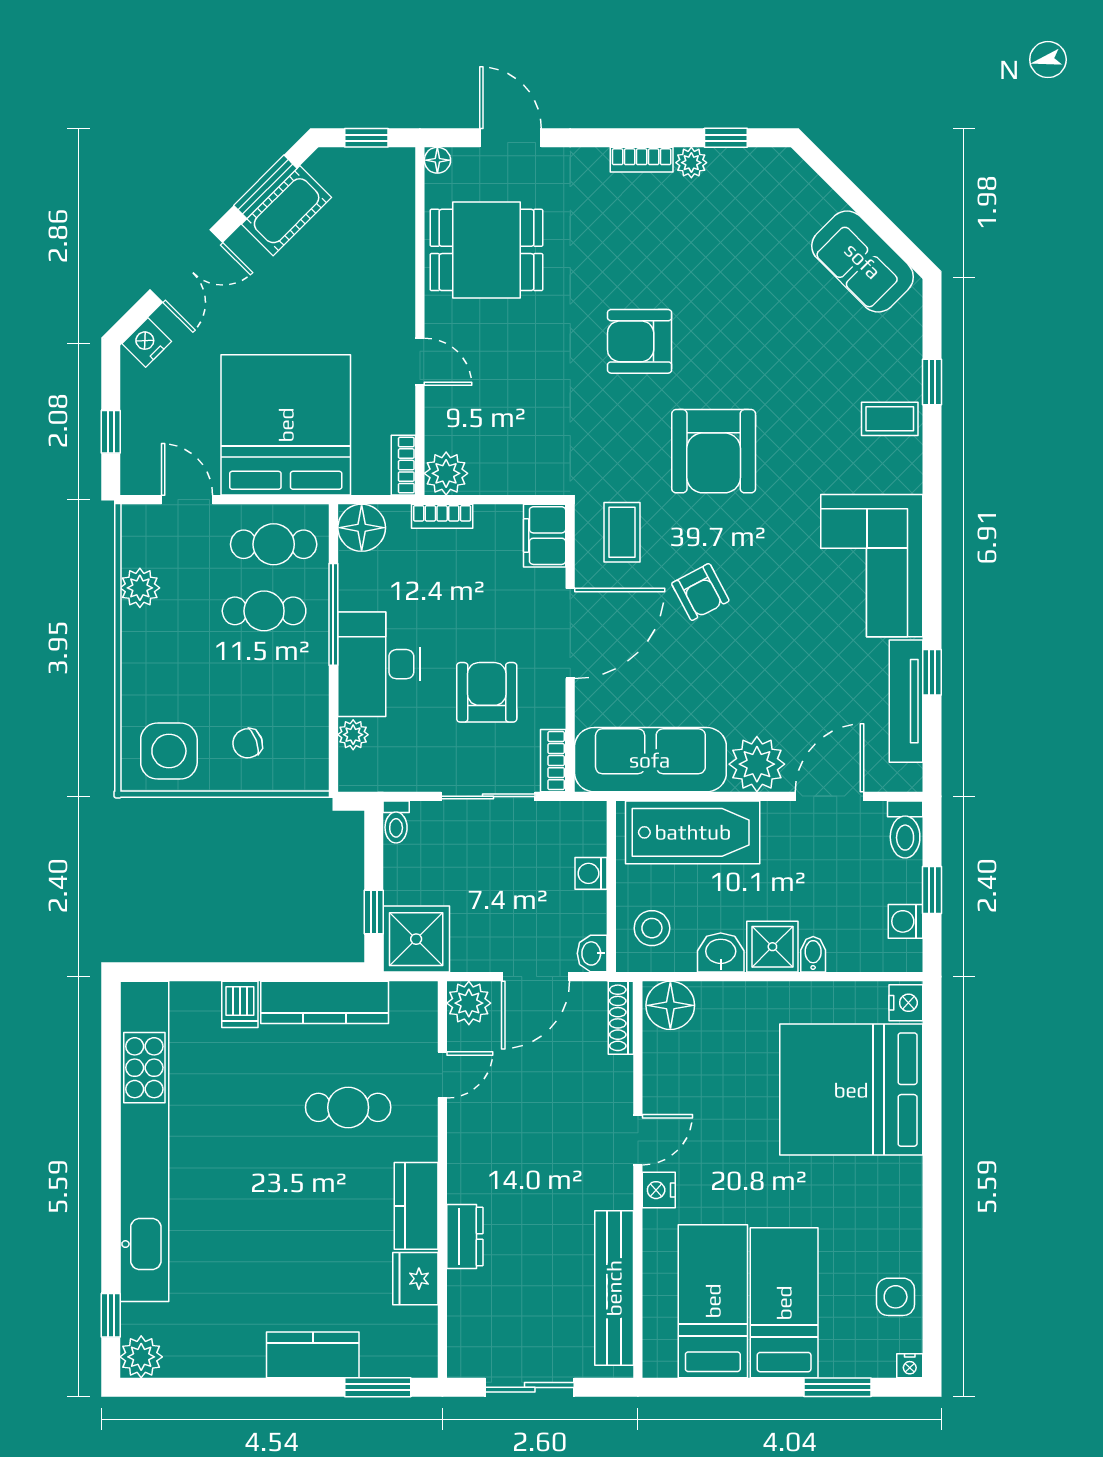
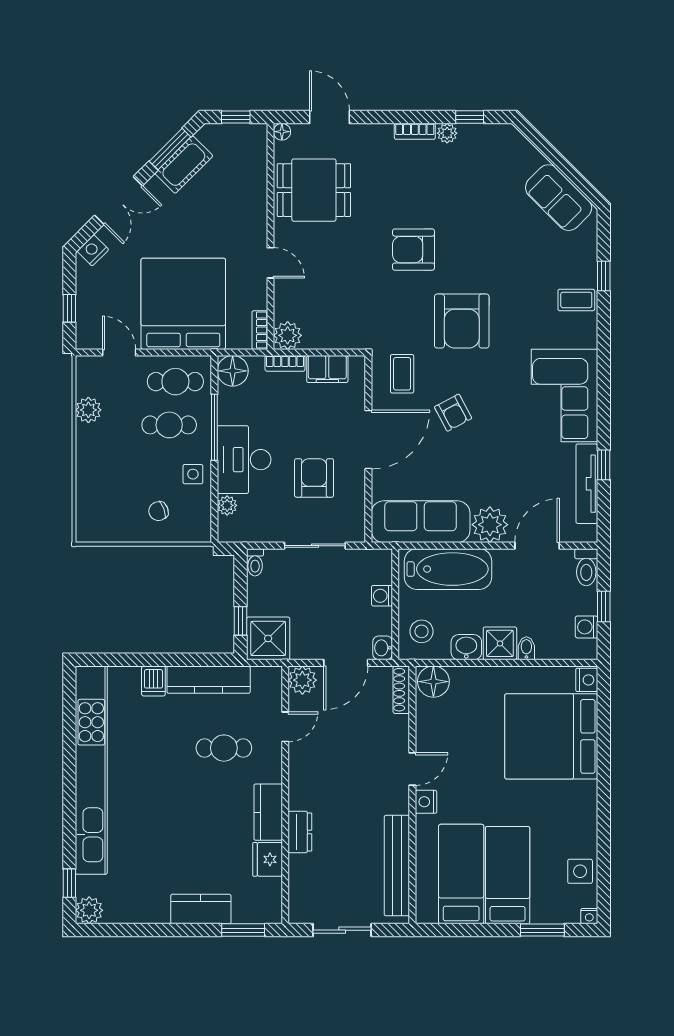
filing cabinet: (545, 536) -> (327, 369), moved, turned -90
side table: (169, 751) -> (193, 474), moved, width x0.54, depth x0.54
bookcase: (553, 761) -> (357, 522), removed

